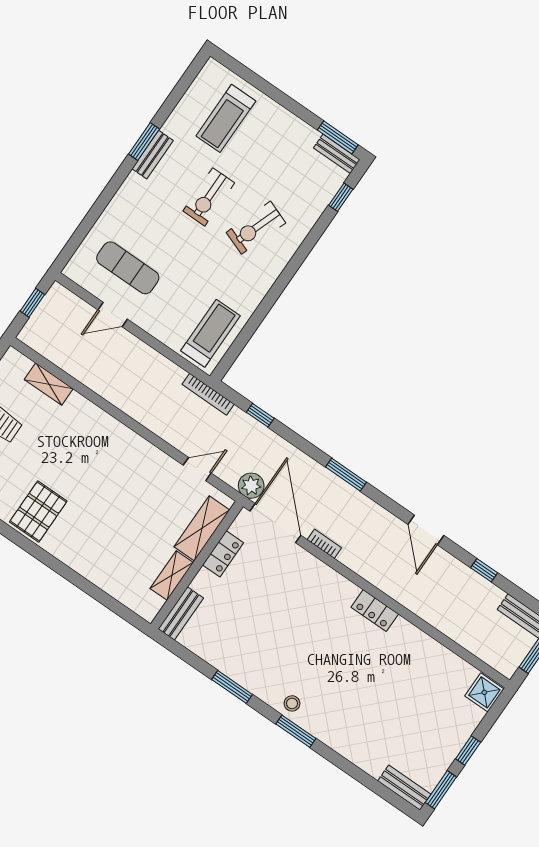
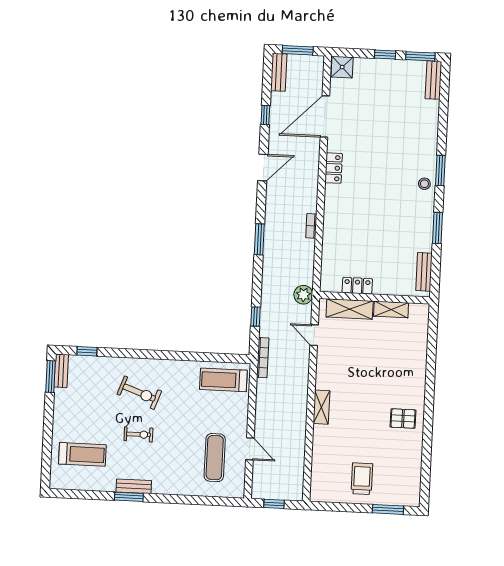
exercise bike: (209, 197) -> (138, 434), width x0.73, depth x0.72
shelving: (49, 384) -> (321, 407), moved
pallet: (38, 511) -> (403, 418), width x0.67, depth x0.71
door: (275, 523) -> (325, 116), moved
bench: (181, 613) -> (424, 272), moved, turned 90

